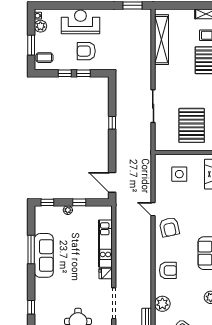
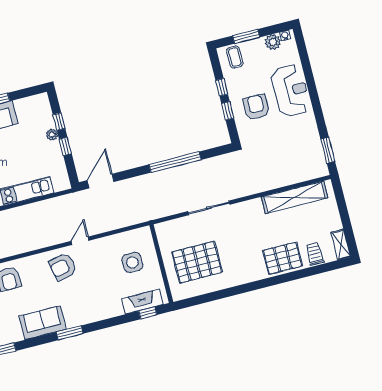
window: (112, 123) -> (175, 162), width x3.17
window: (47, 202) -> (59, 122), moved

